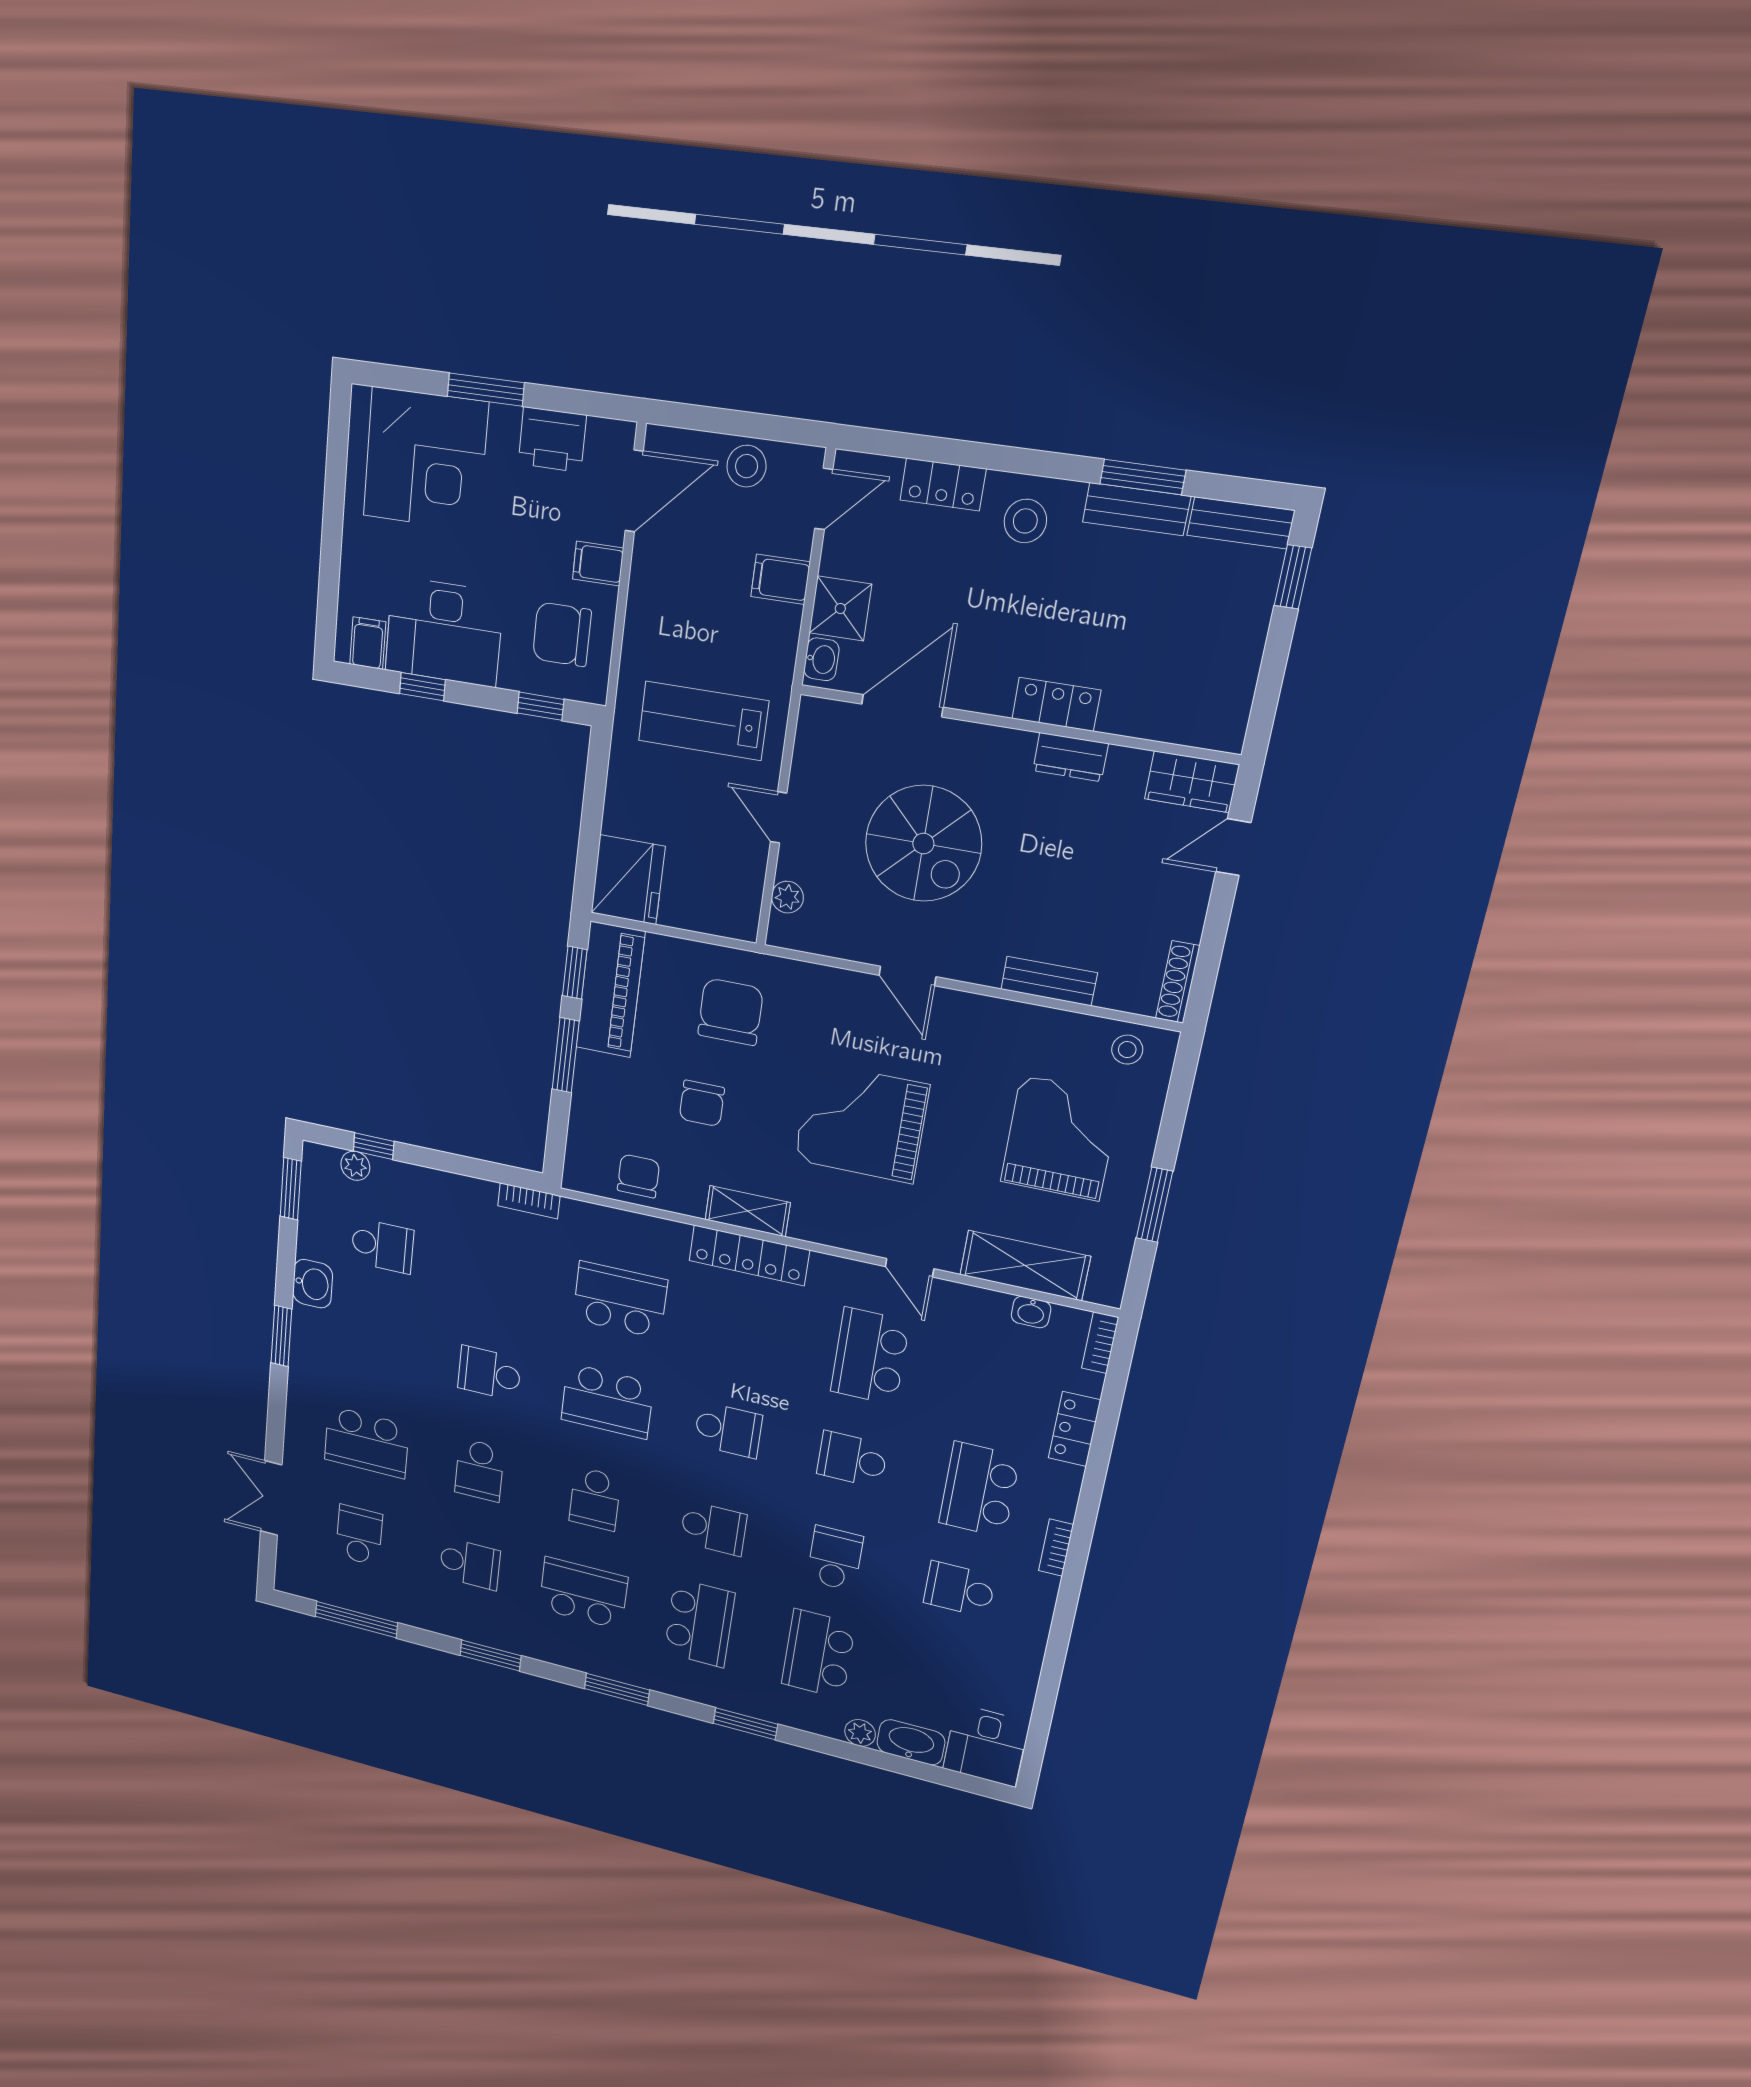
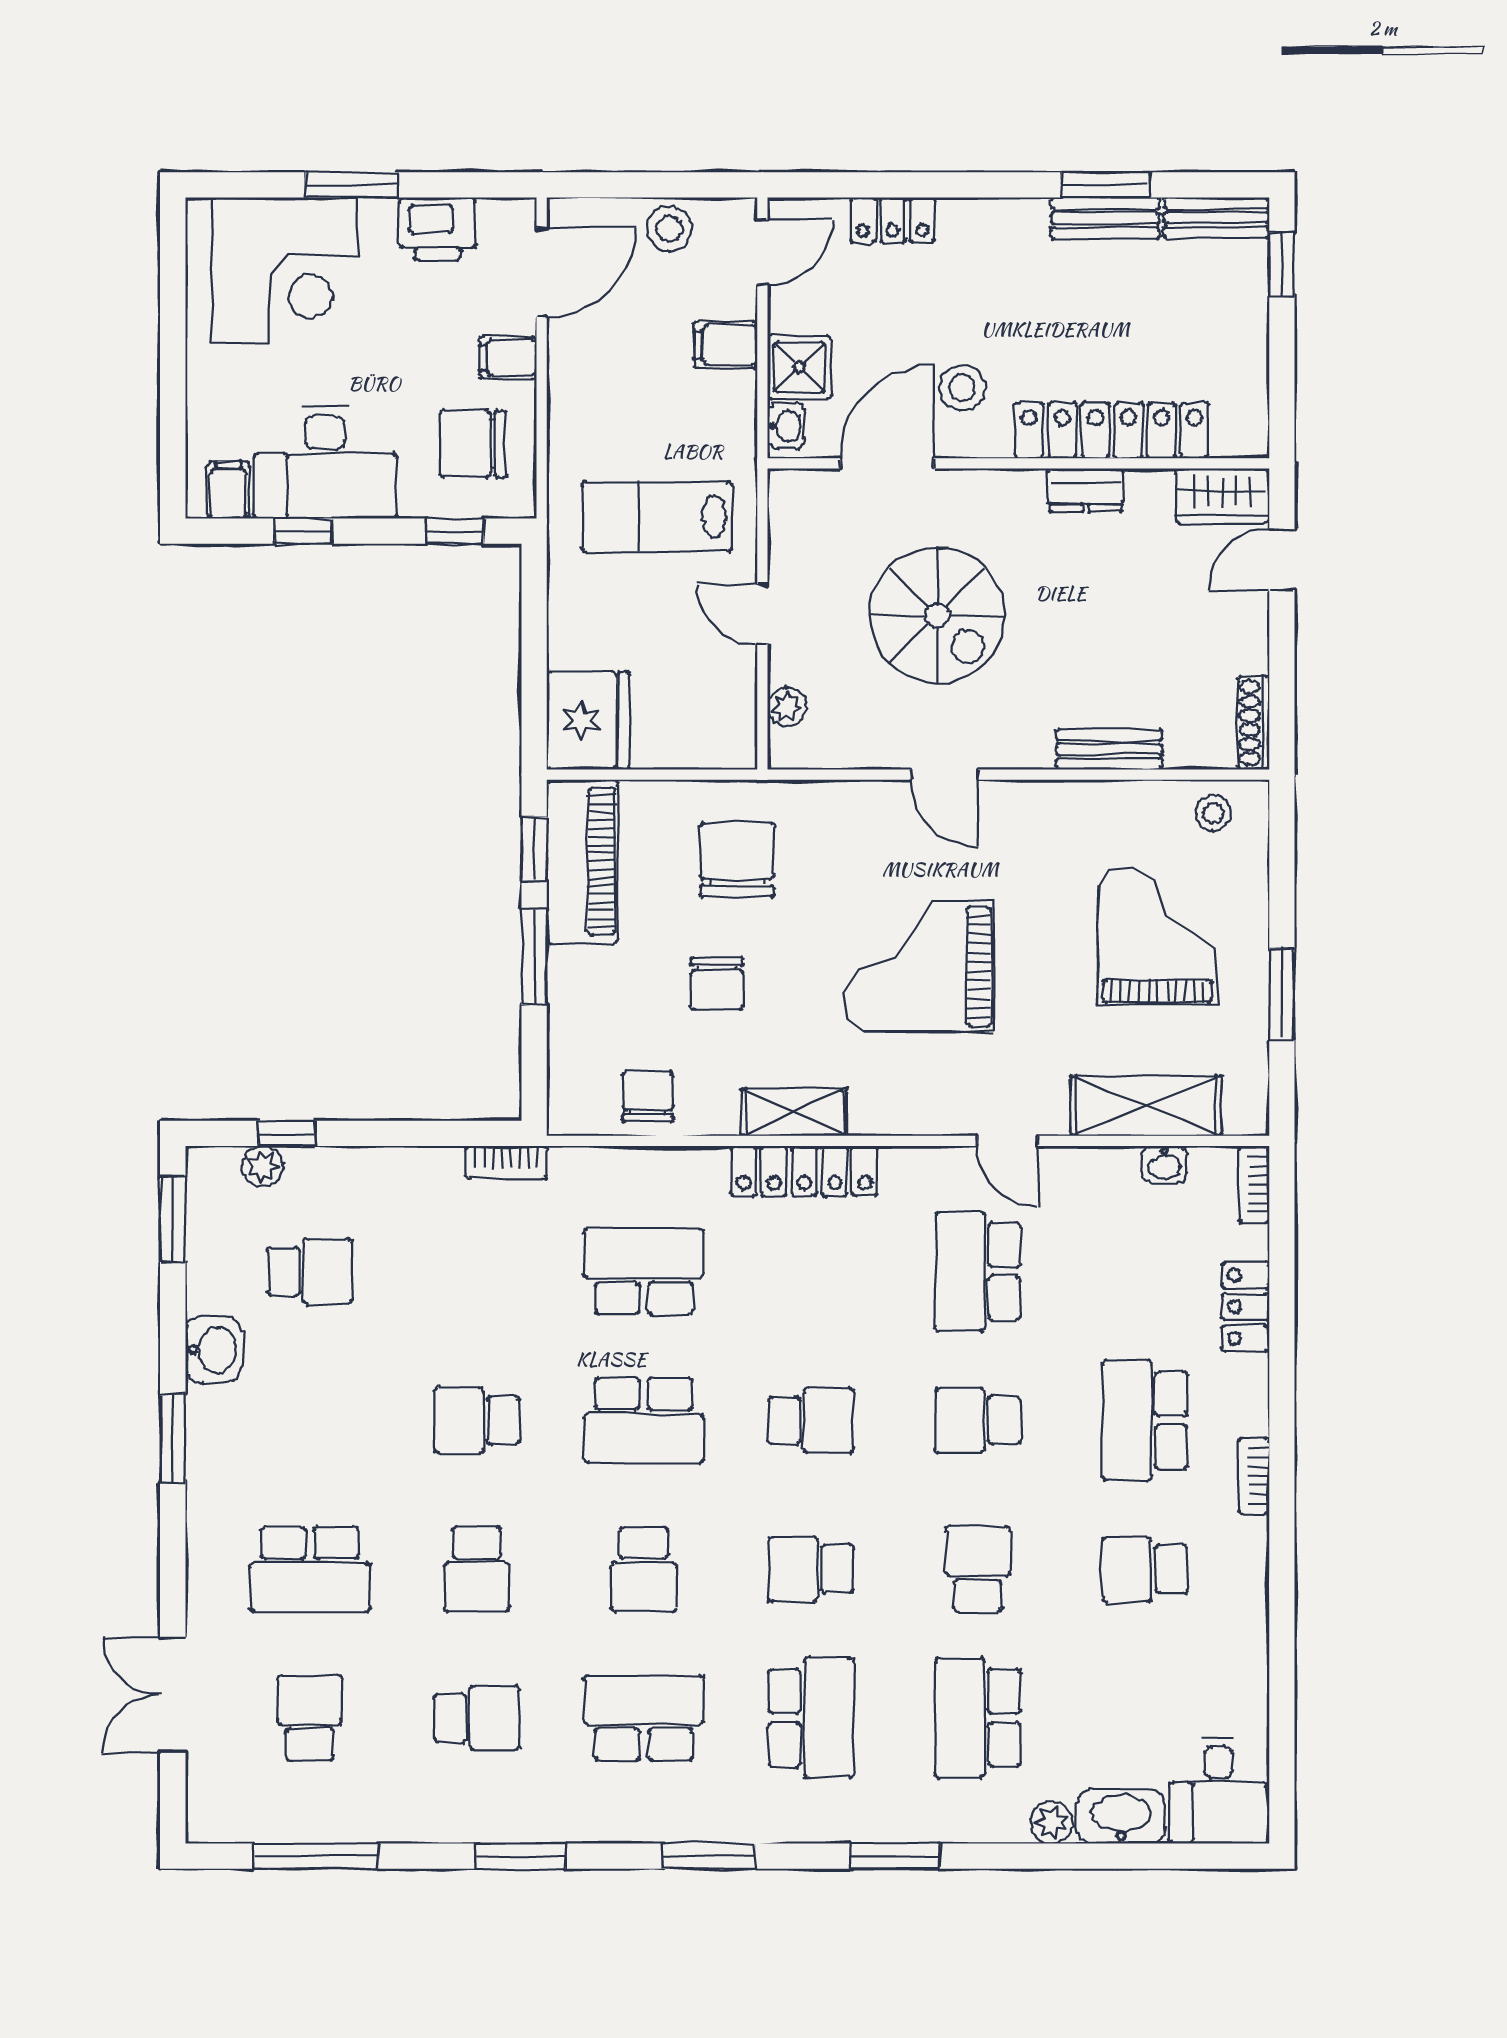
stool: (1025, 521) -> (962, 388), moved
locker: (1056, 704) -> (1112, 430), width x2.16, depth x1.21
school desk: (713, 1528) -> (811, 1569), turned 180

